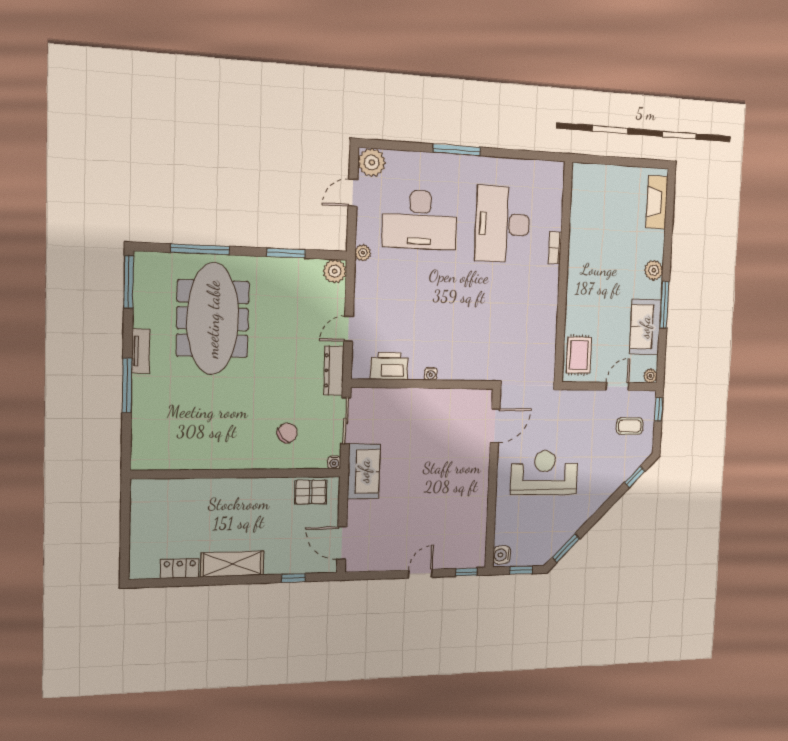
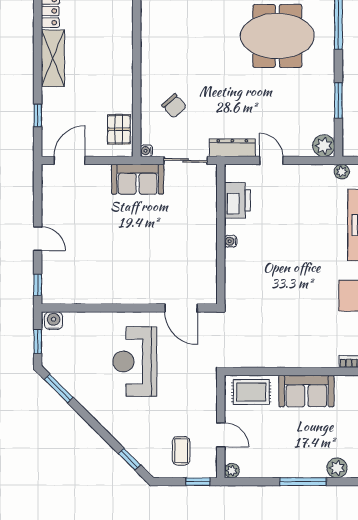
meeting table: (213, 319) -> (277, 36), width x0.73
sofa: (645, 327) -> (306, 391), moved, turned 180
reception desk: (544, 473) -> (135, 361), turned 180

